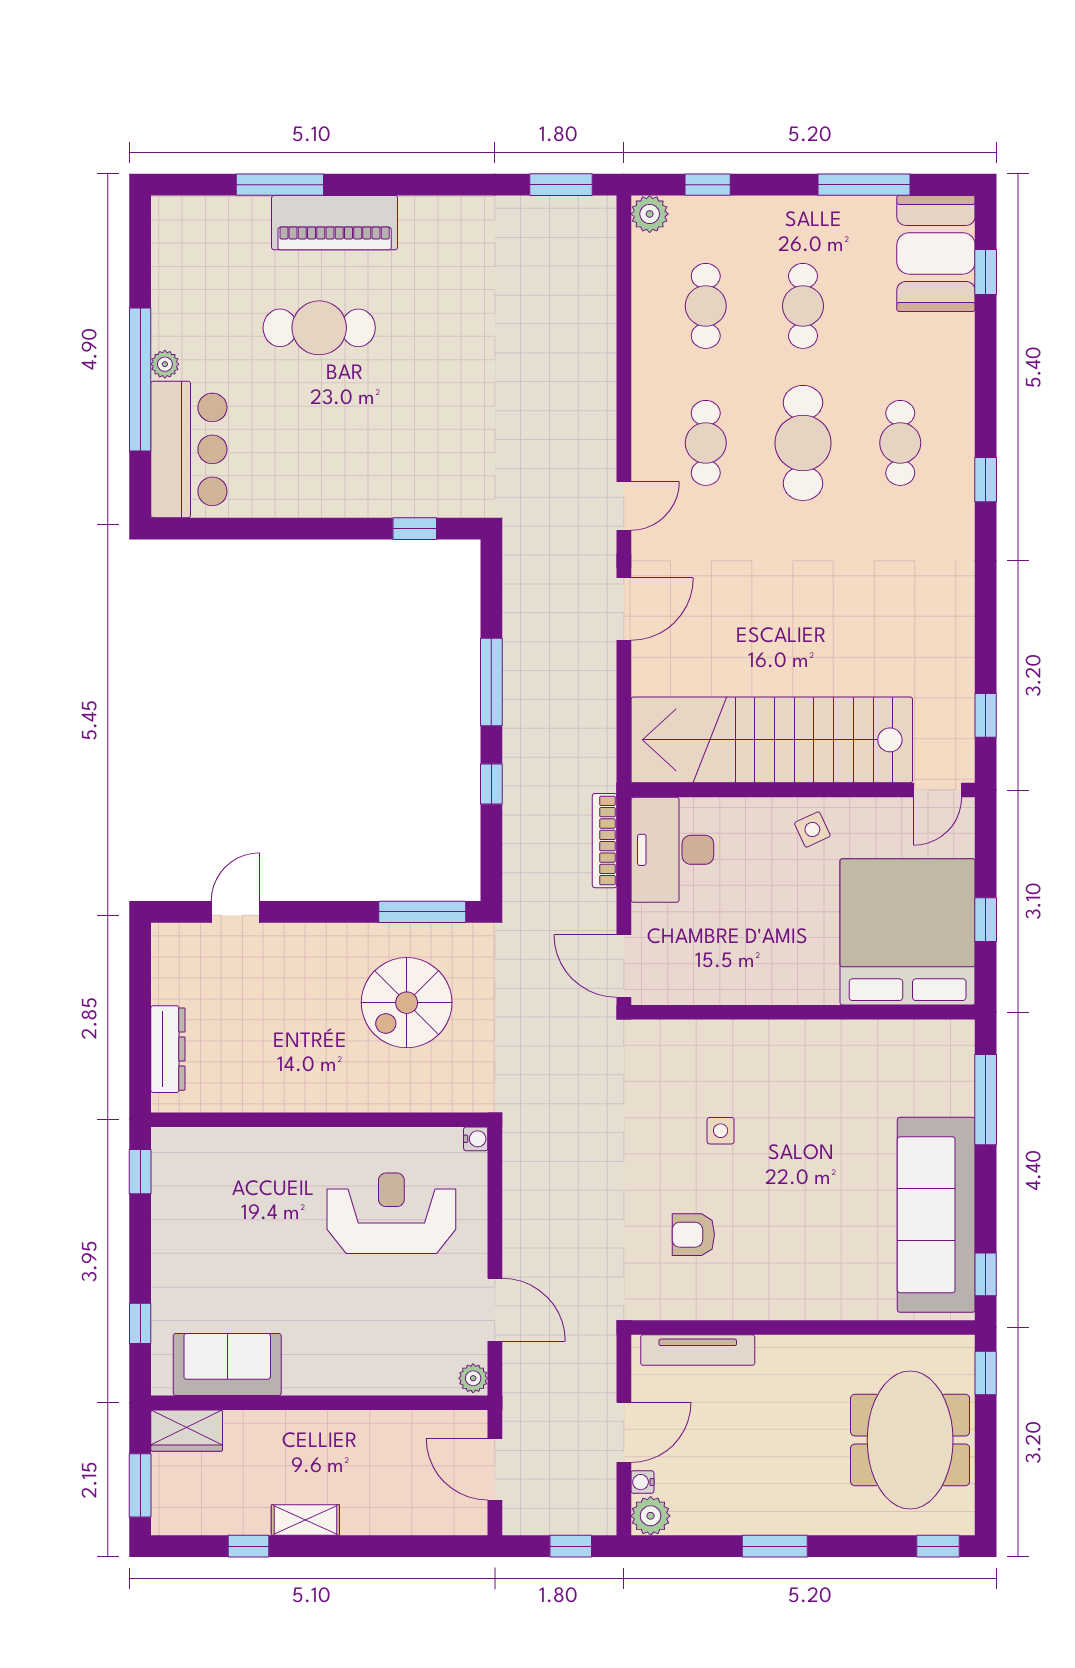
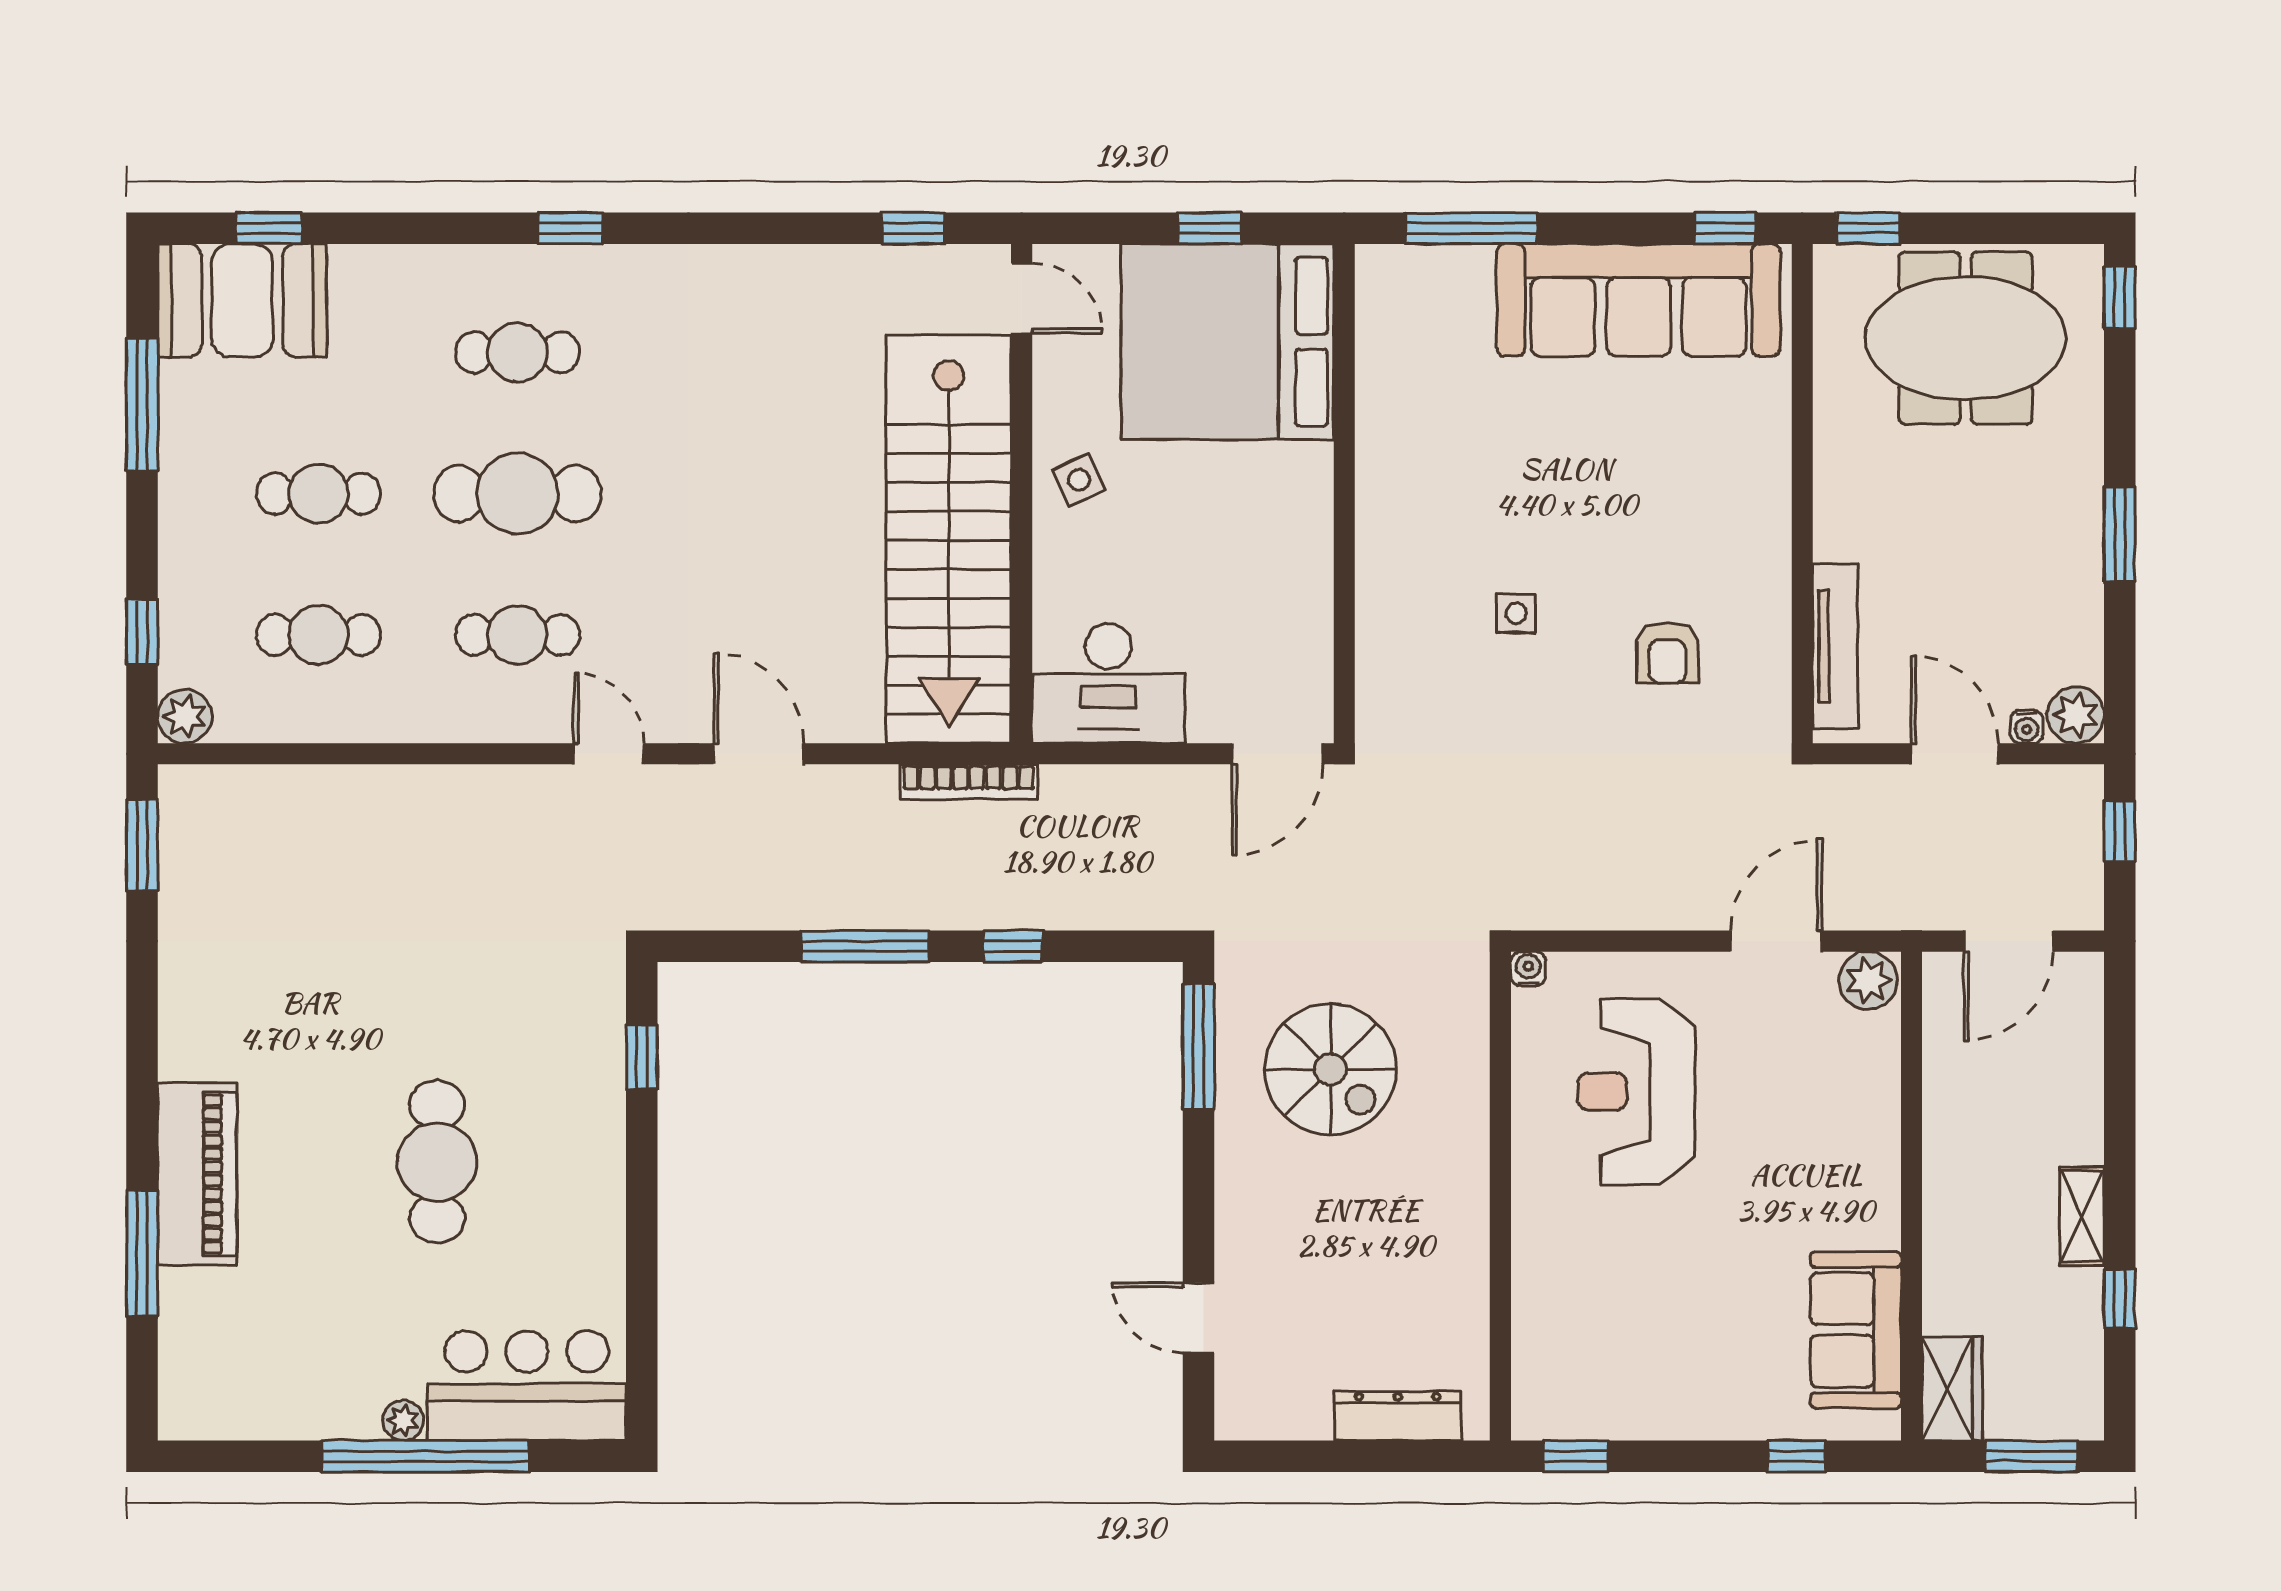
cafe table: (319, 328) -> (437, 1162), moved
bookcase: (605, 841) -> (969, 782), moved
plant: (473, 1378) -> (1868, 981), width x1.38, depth x1.38

